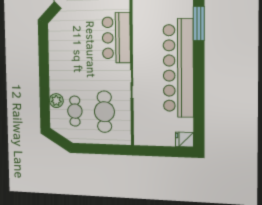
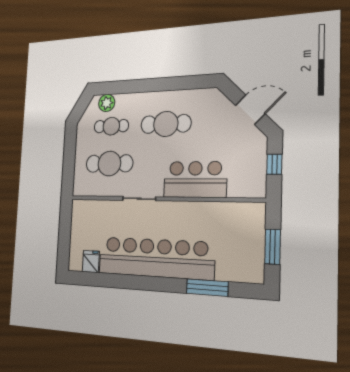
cafe table: (74, 64) -> (166, 124), added
plant: (56, 101) -> (107, 103), moved
fridge: (184, 139) -> (91, 262), moved

